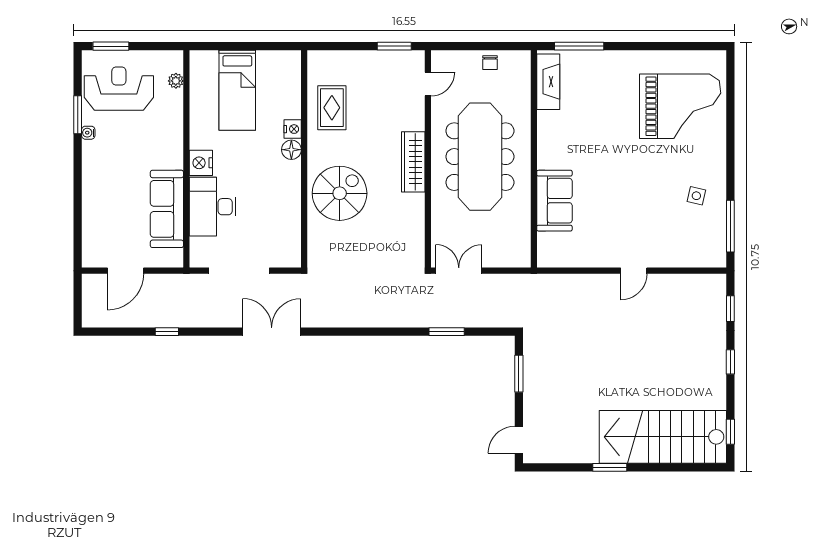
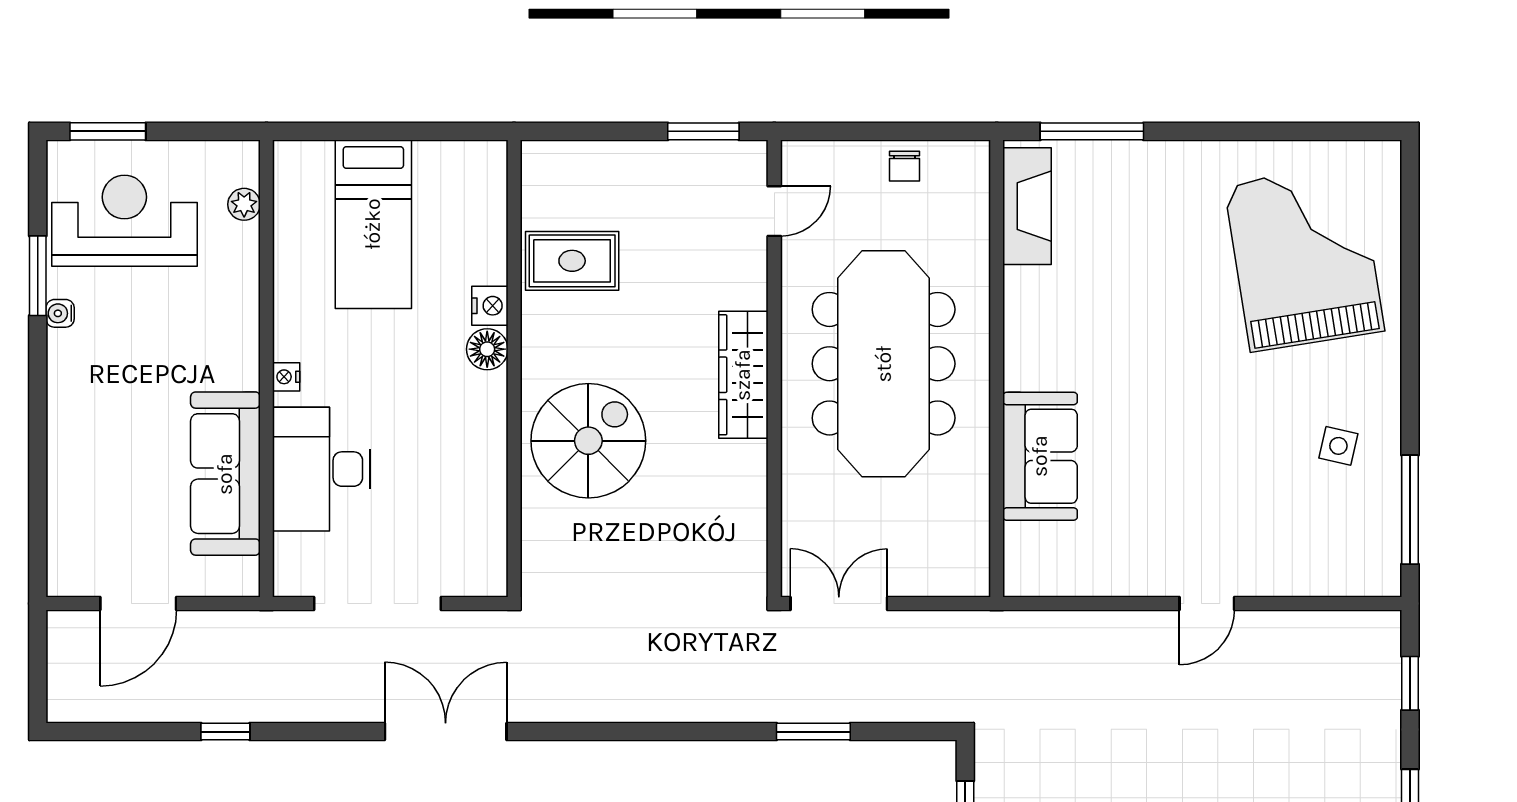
grand piano: (680, 106) -> (1304, 258), turned -99
rug: (332, 108) -> (572, 261), turned 90
nightstand: (201, 163) -> (286, 377), width x0.53, depth x0.56

